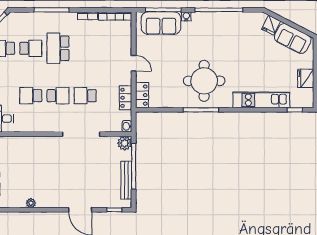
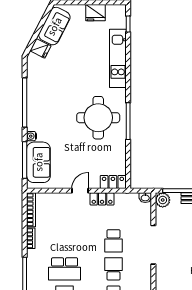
locker: (126, 98) -> (102, 199), moved

